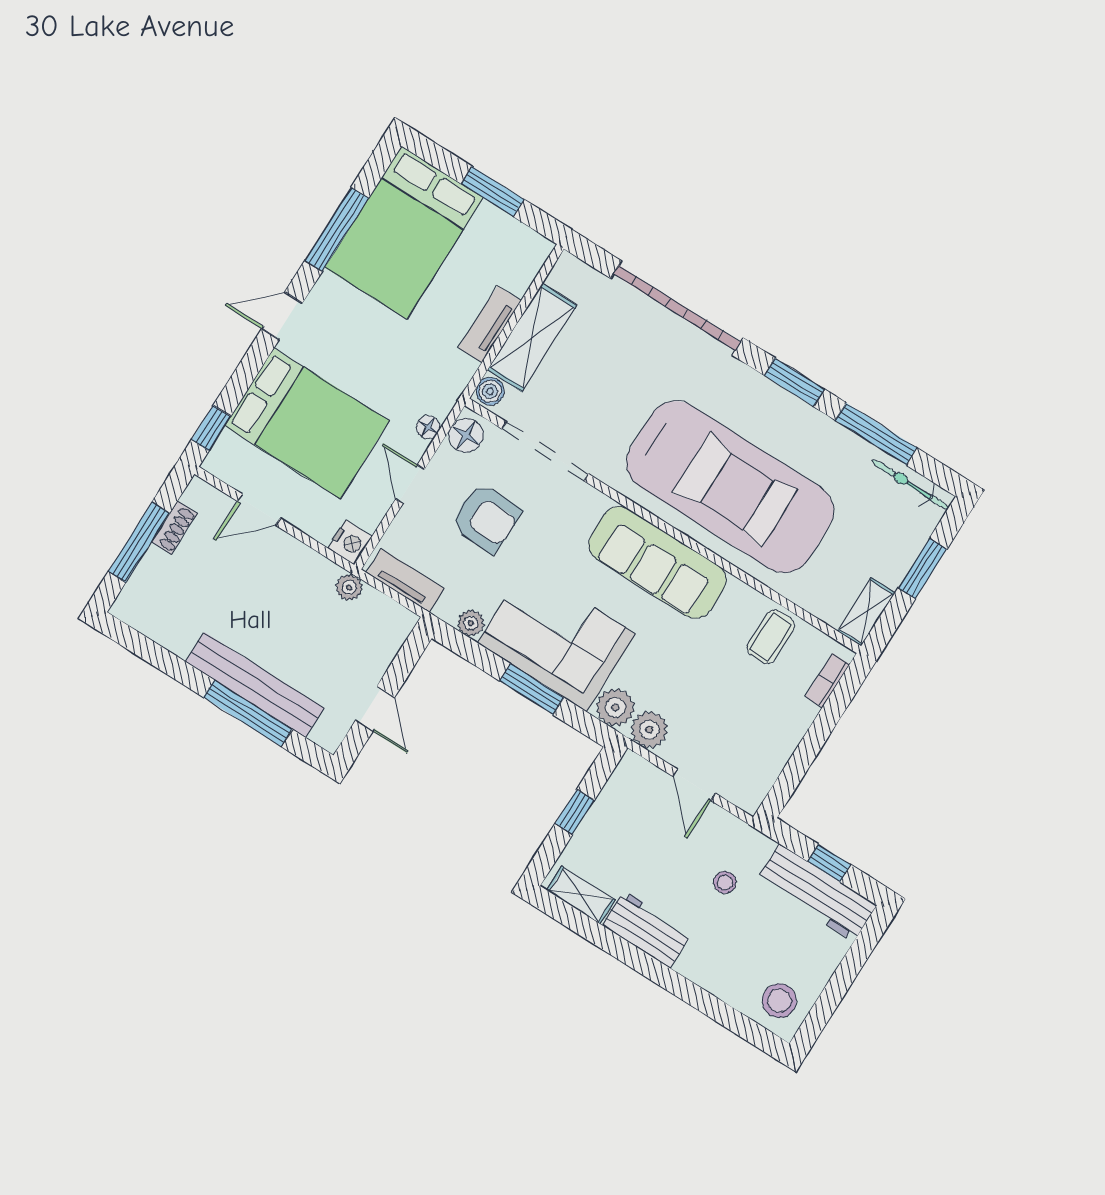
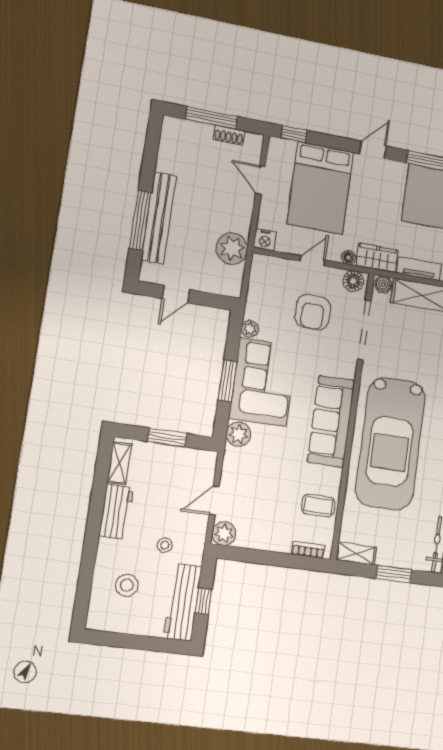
door: (282, 316) -> (373, 150), hinge flipped
wardrobe: (447, 383) -> (377, 258), added
tv unit: (405, 581) -> (257, 281), removed
plant: (349, 587) -> (232, 249), width x1.88, depth x1.88
plant: (649, 730) -> (224, 533), moved
window: (575, 812) -> (167, 437), width x1.50
stool: (779, 1001) -> (127, 585), moved

